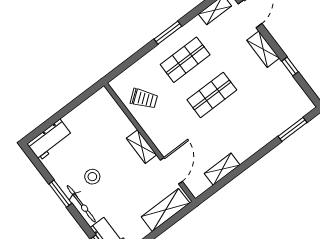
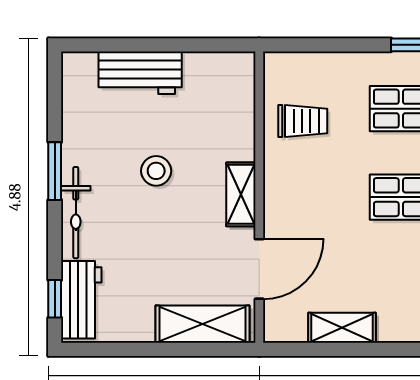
trolley: (144, 99) -> (303, 121), turned -52
workbench: (50, 140) -> (140, 73), moved
stool: (92, 177) -> (156, 171), moved

